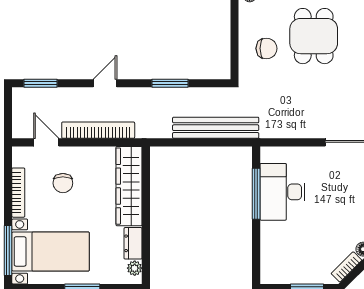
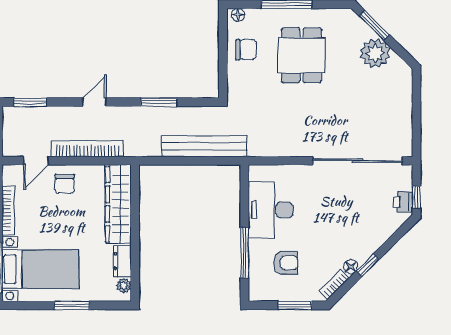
chair: (267, 48) -> (246, 50), moved
door: (46, 142) -> (36, 161), swing flipped
chair: (63, 183) -> (65, 184), moved
window: (256, 194) -> (244, 253), moved
armchair: (298, 245) -> (286, 263), added

